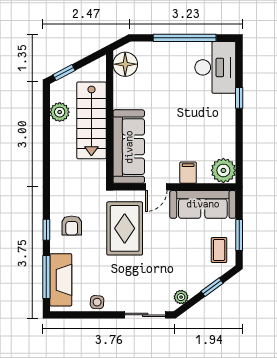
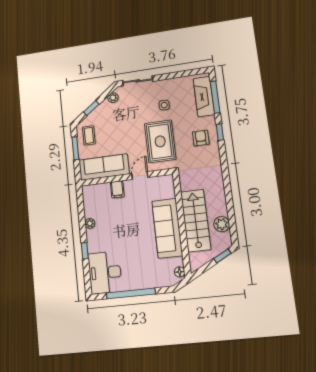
floor lamp: (125, 64) -> (180, 272), width x0.53, depth x0.53
sofa: (129, 147) -> (167, 228), moved
plant: (223, 170) -> (90, 223), moved, width x0.53, depth x0.53
side table: (97, 302) -> (164, 105), moved

